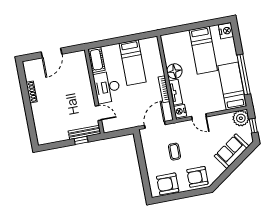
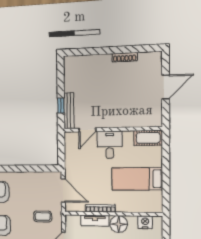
door: (51, 53) -> (166, 87), swing flipped
desk: (107, 87) -> (110, 145), width x0.73
nightstand: (180, 111) -> (145, 222), moved
coffee table: (174, 152) -> (43, 216), moved

